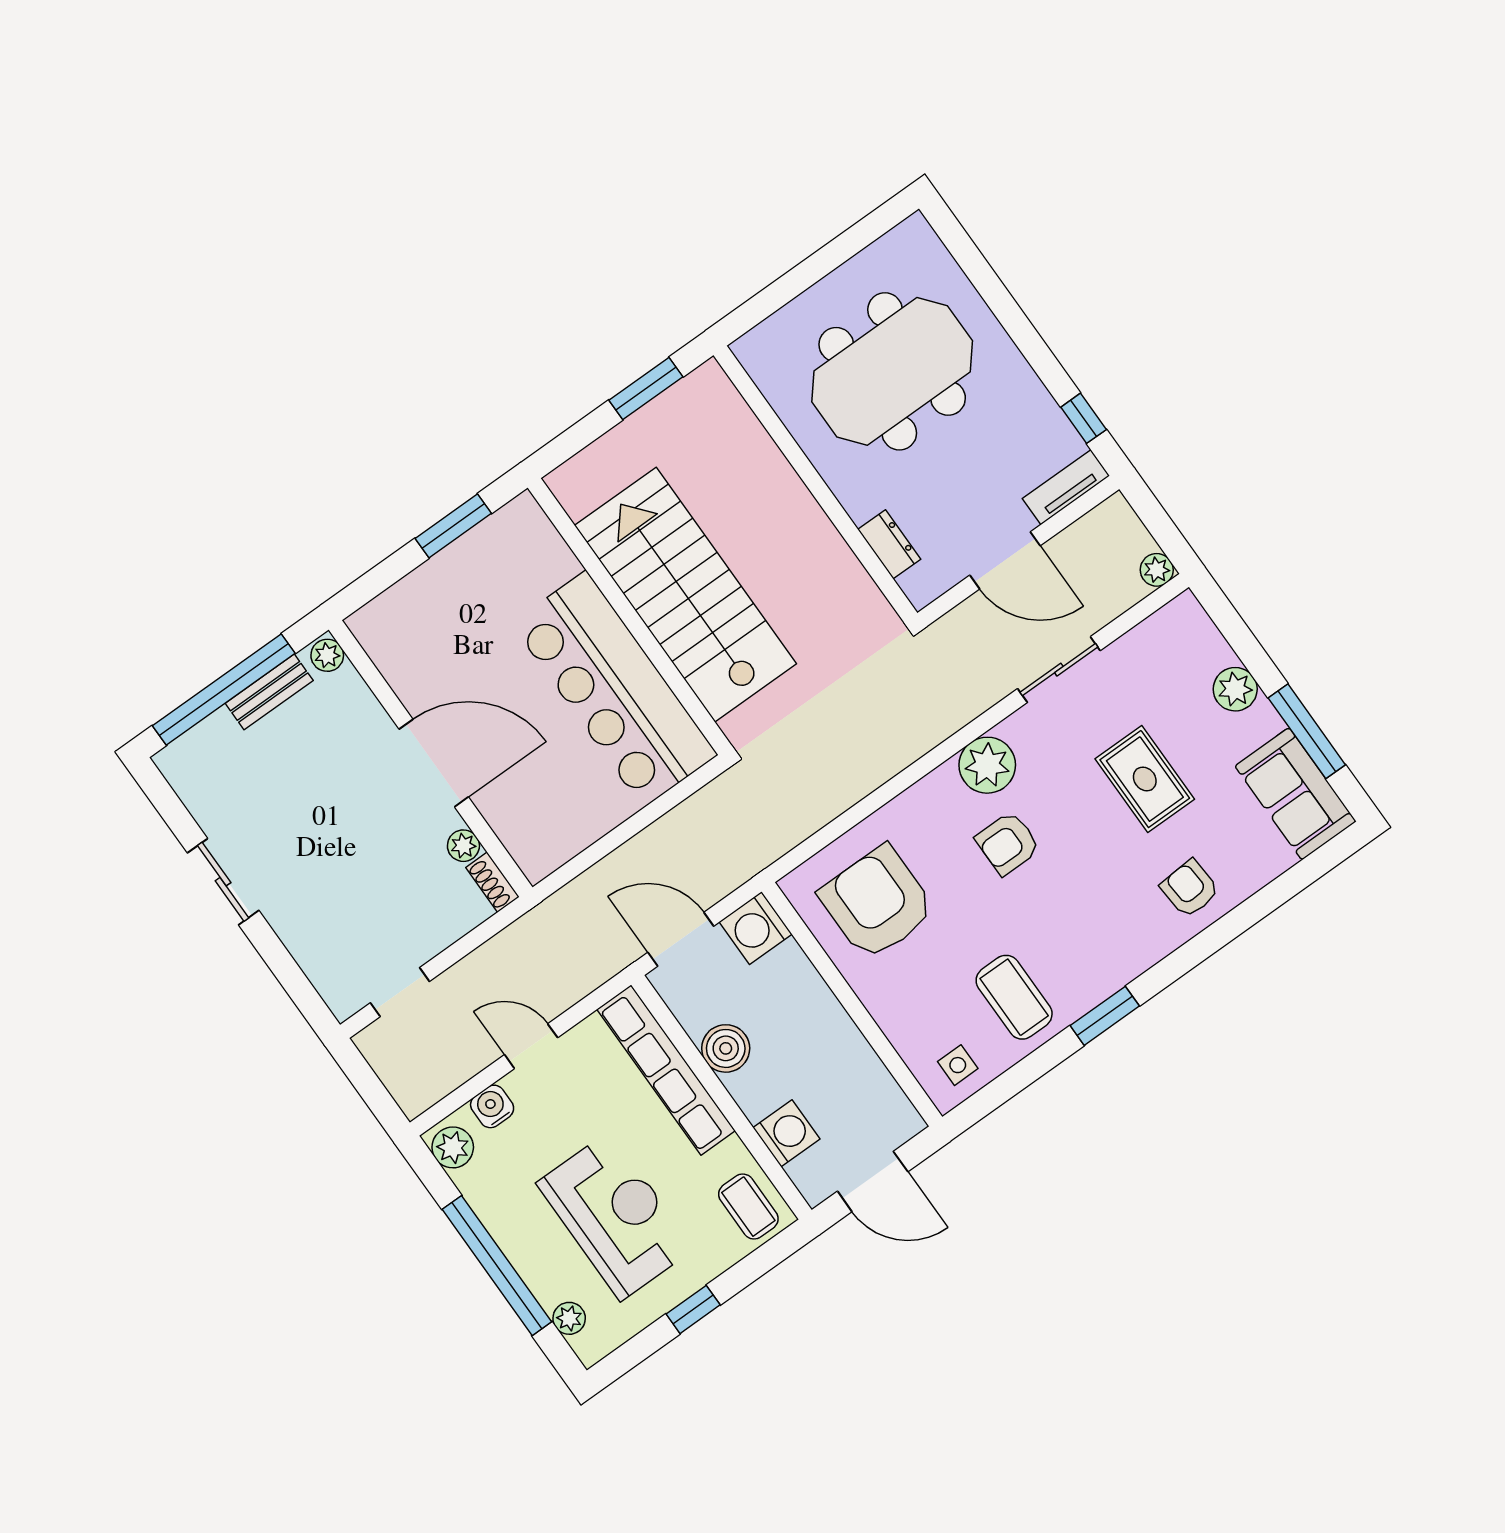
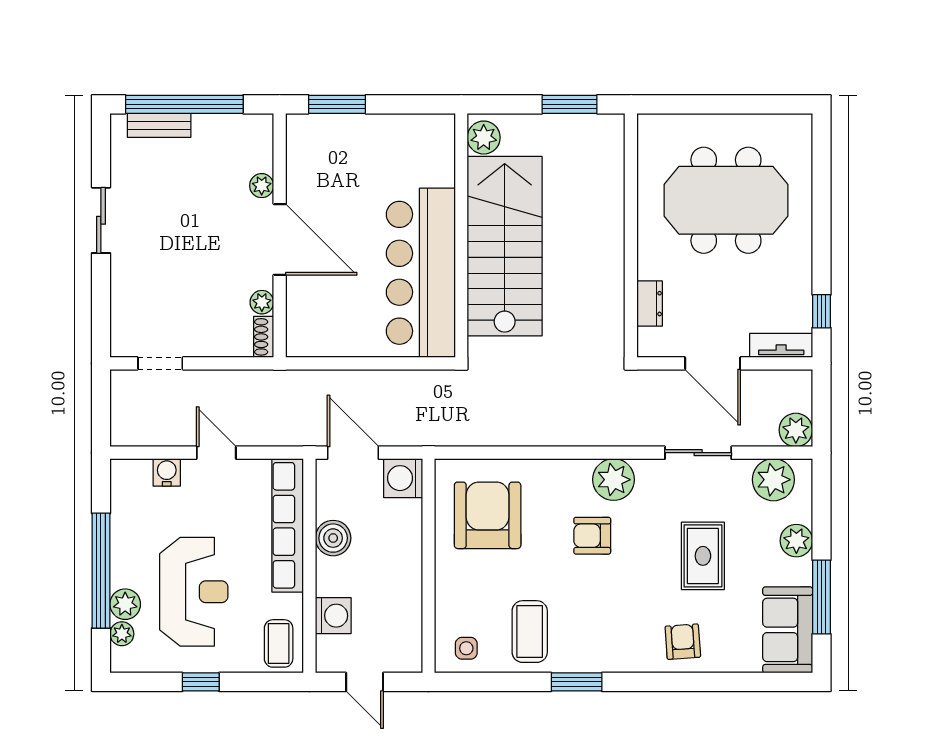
plant: (578, 492) -> (484, 138), added
window: (453, 526) -> (337, 104), moved
plant: (1157, 570) -> (796, 430), width x1.38, depth x1.38
plant: (1162, 640) -> (773, 480), added
plant: (327, 655) -> (262, 186), moved
bench: (269, 692) -> (159, 125), moved
plant: (453, 1147) -> (125, 604), moved
door: (873, 1181) -> (365, 682), width x0.73

